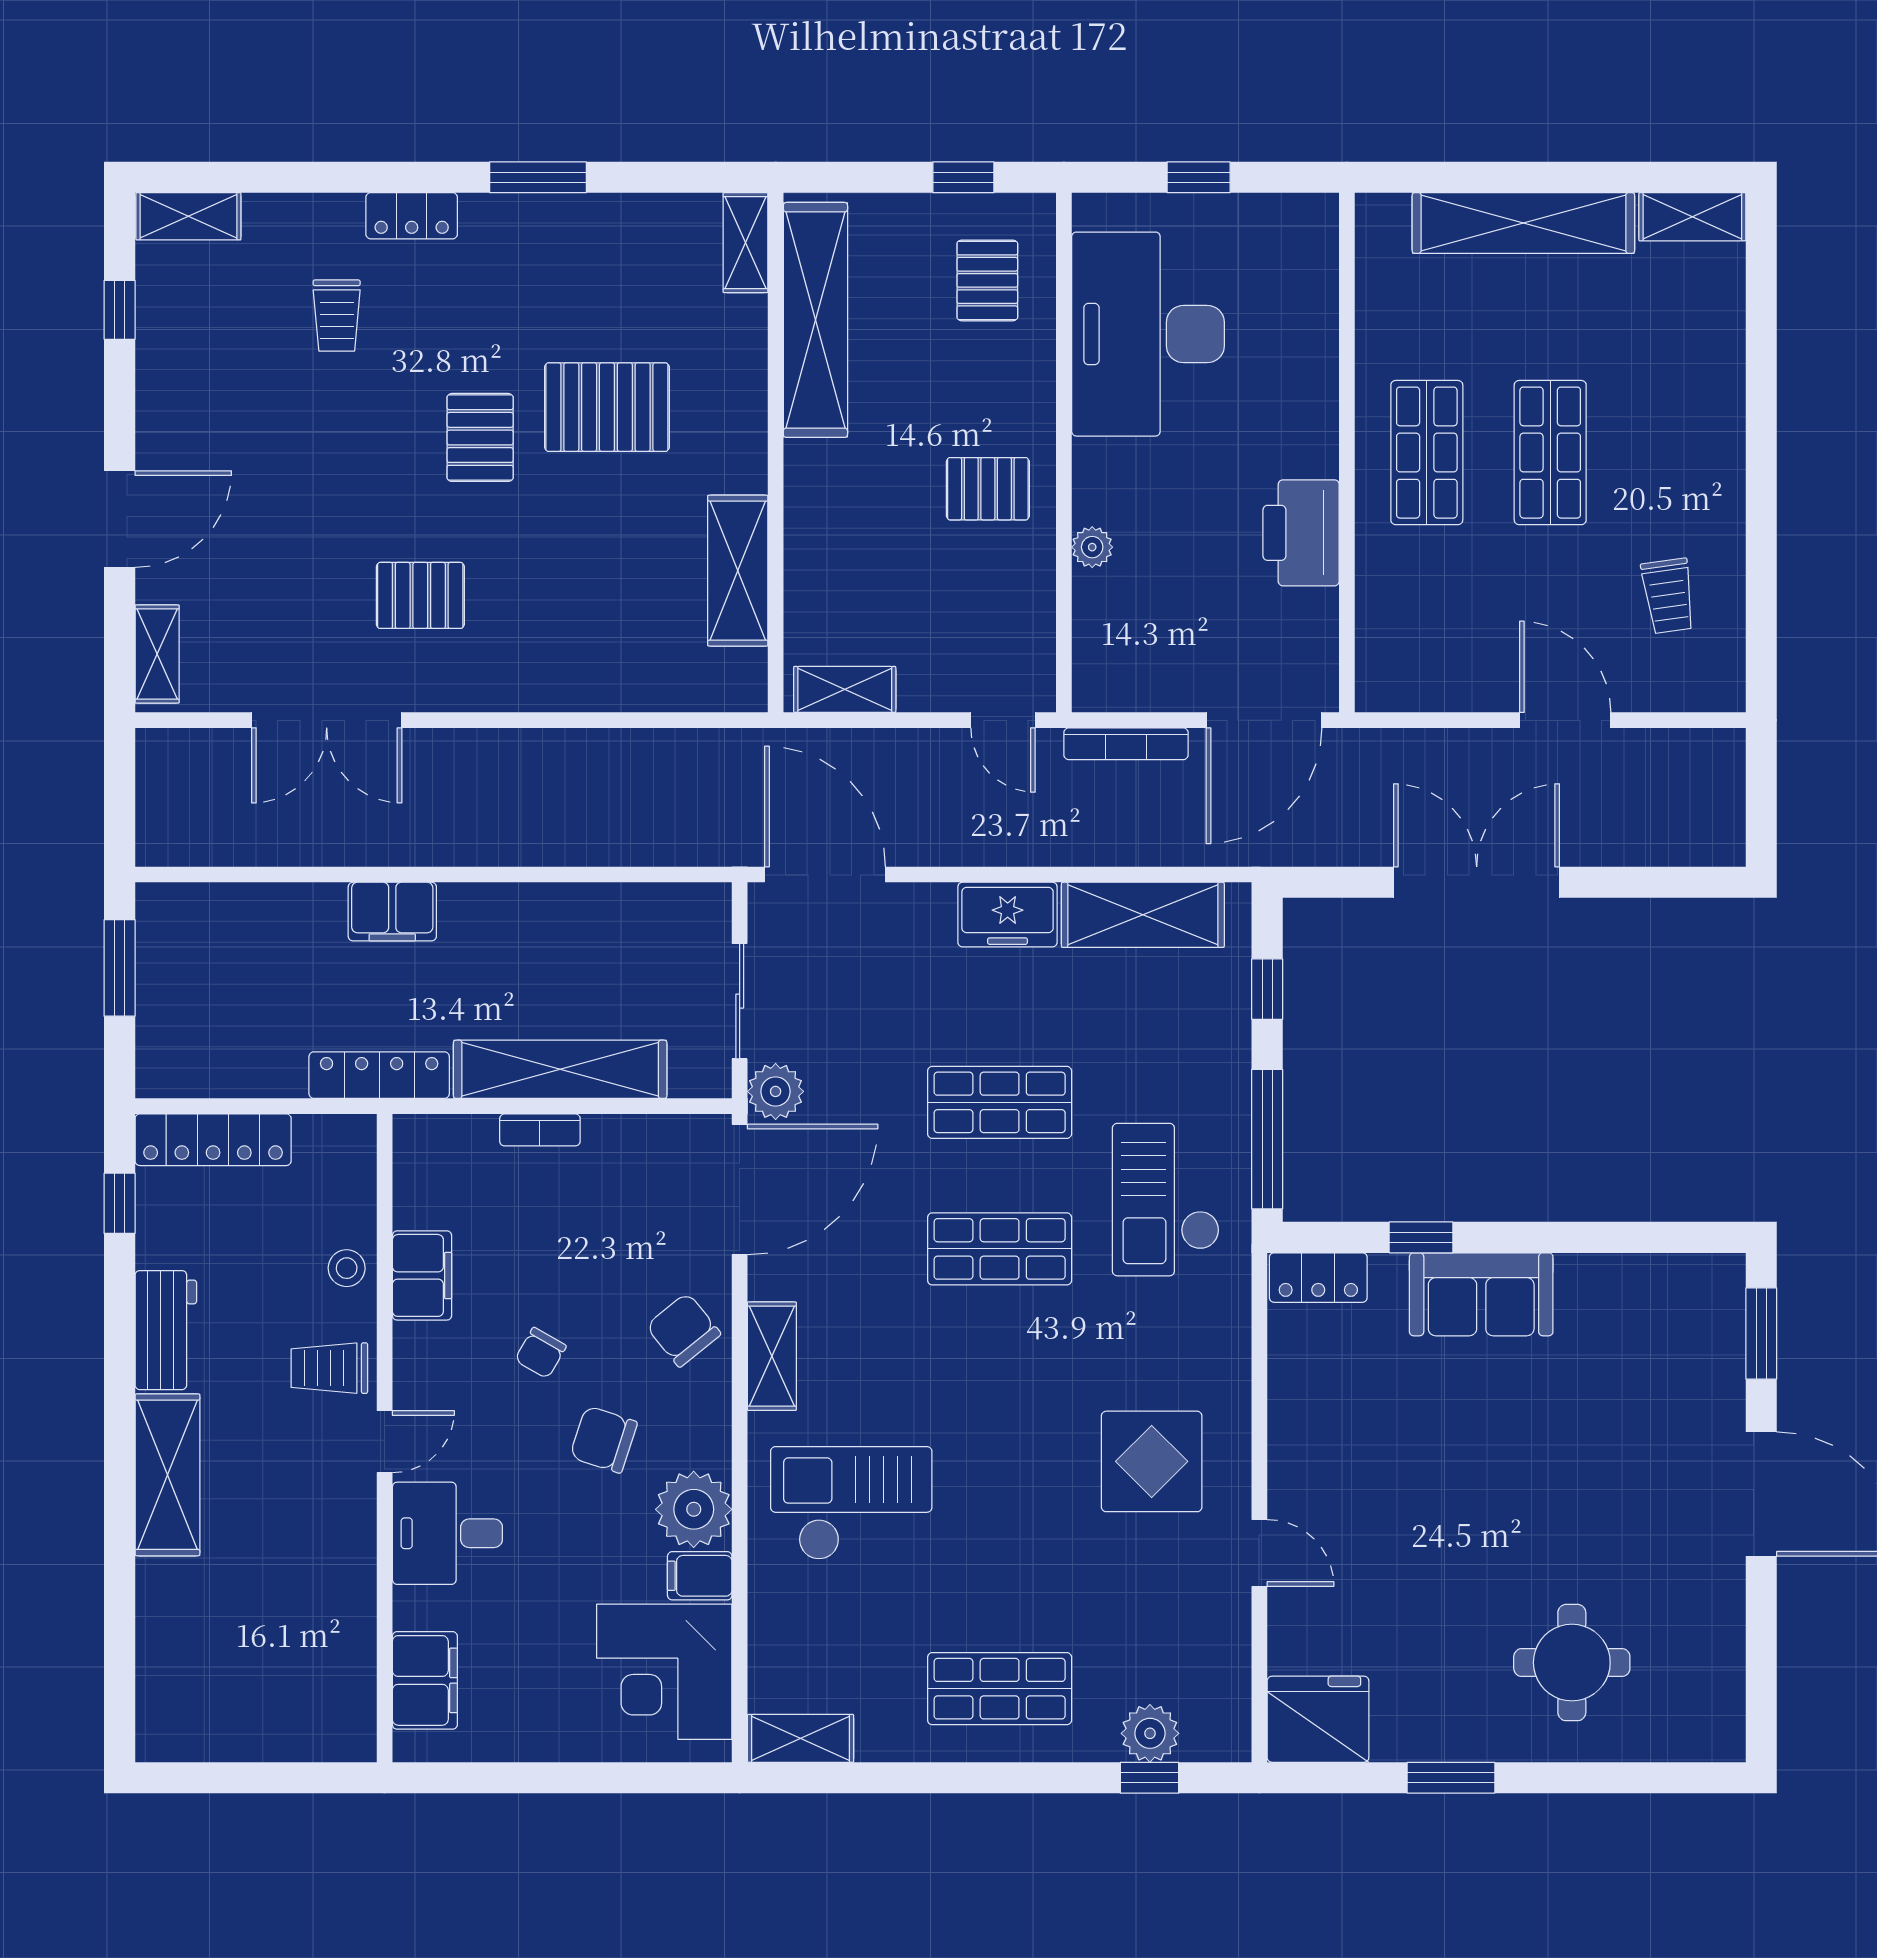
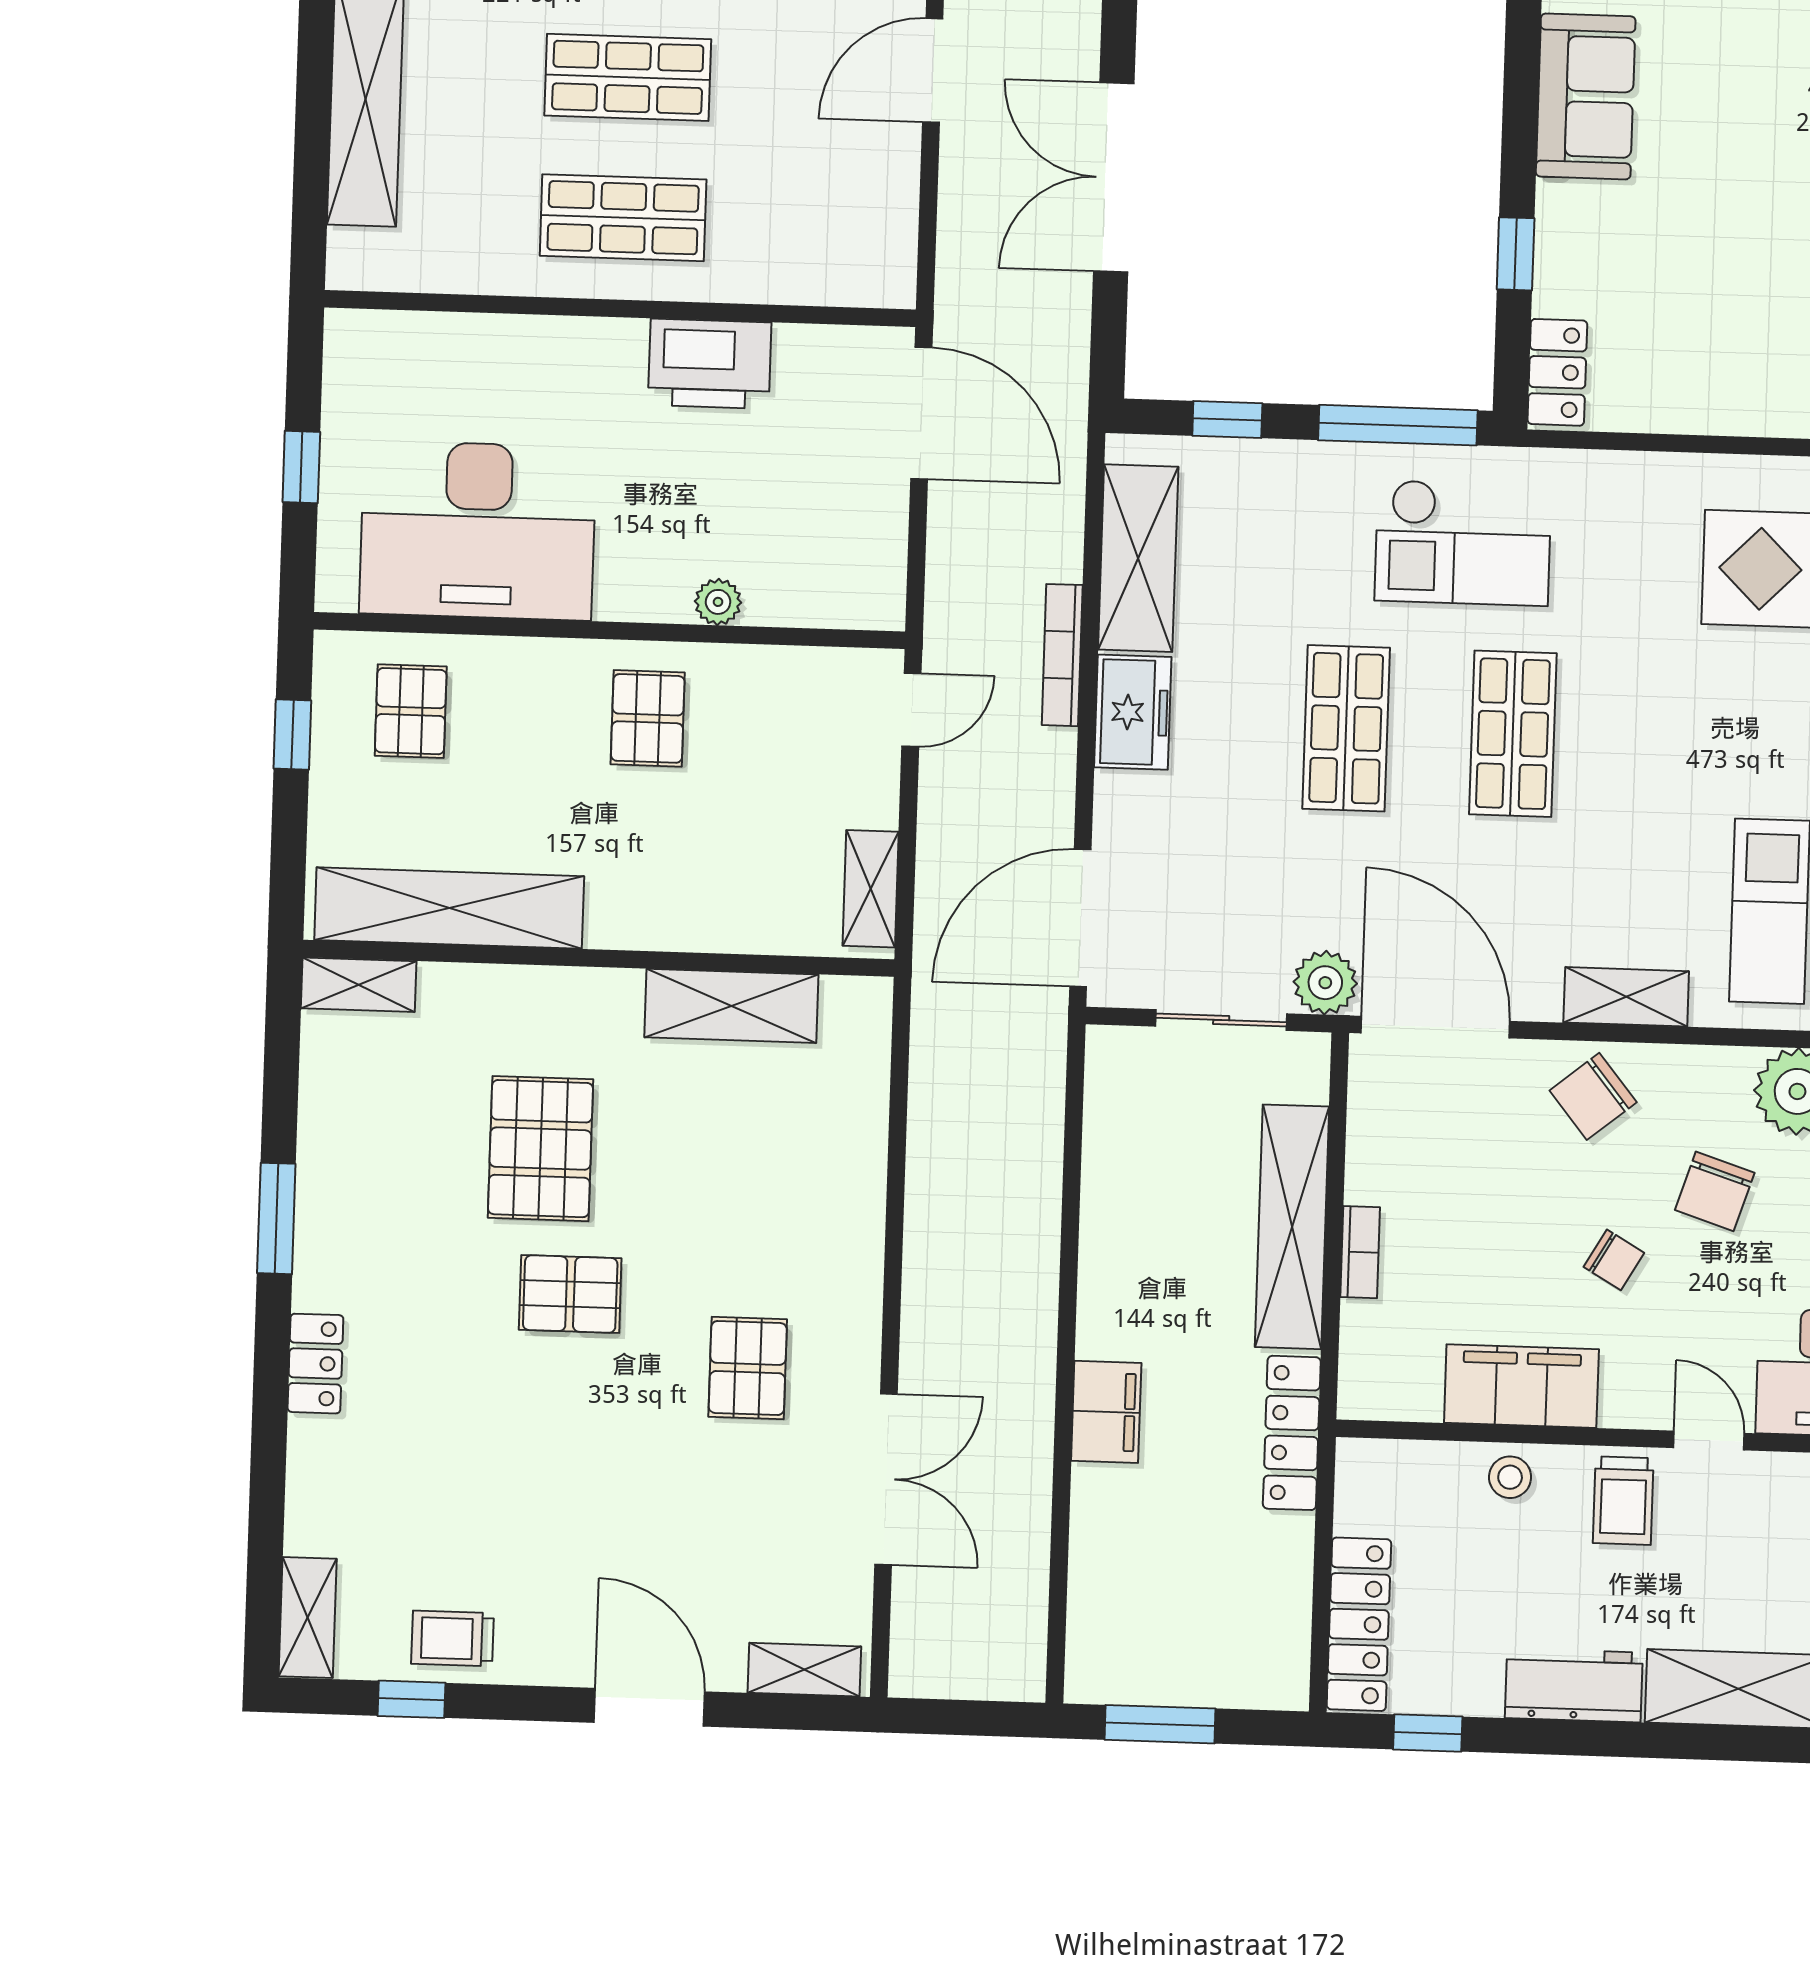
pallet: (987, 280) -> (411, 711), turned 90
trolley: (337, 315) -> (453, 1638), moved, turned 180
bookcase: (1126, 744) -> (1062, 655), moved, turned 180
filing cabinet: (422, 1275) -> (1521, 1386), width x1.50, depth x1.17
sofa: (1481, 1294) -> (1586, 96), moved

